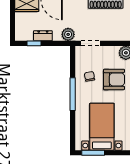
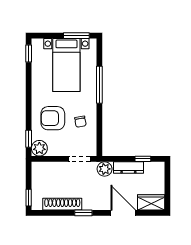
dresser: (43, 36) -> (128, 167), width x1.44
window: (73, 94) -> (99, 85), moved

